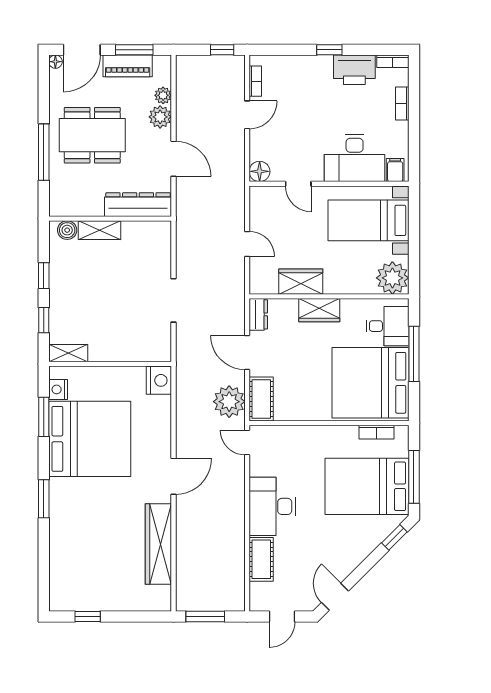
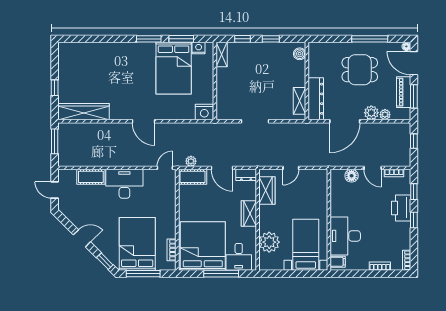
window: (222, 50) -> (414, 141), moved
window: (285, 50) -> (414, 192), added
printer: (354, 70) -> (401, 208), moved
dining table: (92, 135) -> (360, 70), width x0.73
window: (44, 152) -> (370, 39), moved
door: (174, 159) -> (345, 121), width x1.36
floor lamp: (260, 171) -> (352, 176), moved
door: (298, 184) -> (329, 200), removed
shelving: (99, 230) -> (300, 101), moved
plant: (392, 278) -> (269, 242), moved
wardrobe: (301, 282) -> (267, 190), moved
door: (247, 353) -> (222, 168), swing flipped
plant: (229, 402) -> (191, 161), width x0.53, depth x0.53
bed: (90, 439) -> (174, 68), width x0.73
window: (44, 499) -> (149, 39), moved
wardrobe: (158, 544) -> (83, 112), moved
door: (335, 597) -> (82, 238), moved
window: (88, 616) -> (55, 88), moved

